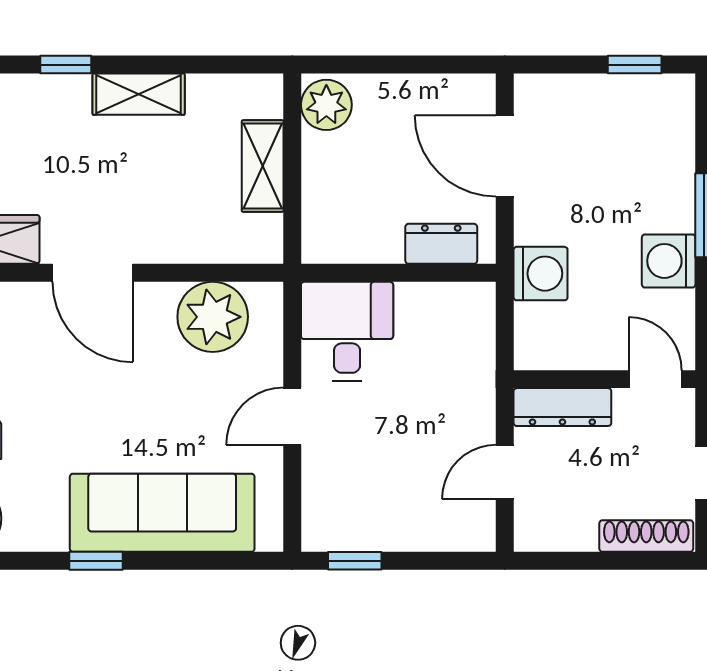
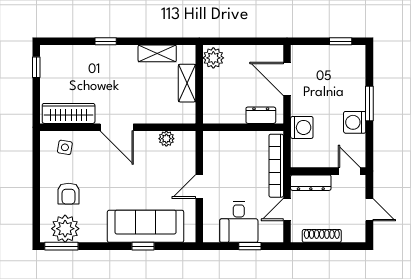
shelving: (139, 94) -> (157, 53), moved
plant: (213, 317) -> (166, 139), width x0.53, depth x0.53
desk: (347, 331) -> (239, 222), moved, turned 180
bookcase: (479, 366) -> (276, 166), added
shoe rack: (646, 536) -> (322, 236), moved
window: (96, 561) -> (143, 246), moved
window: (355, 561) -> (250, 246), moved

